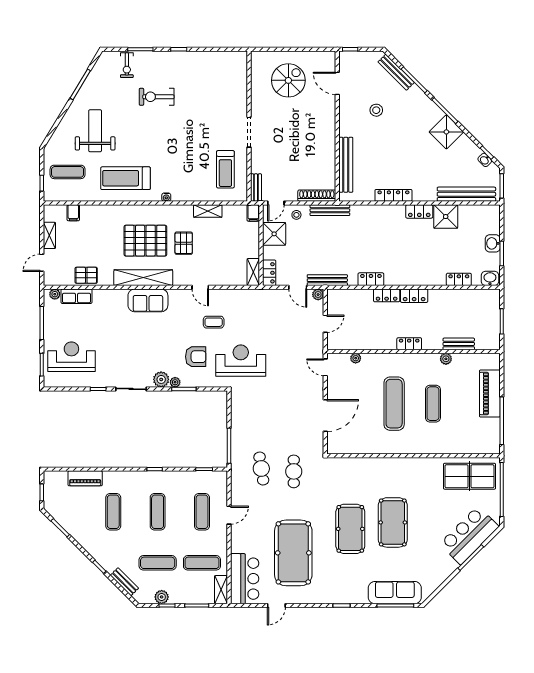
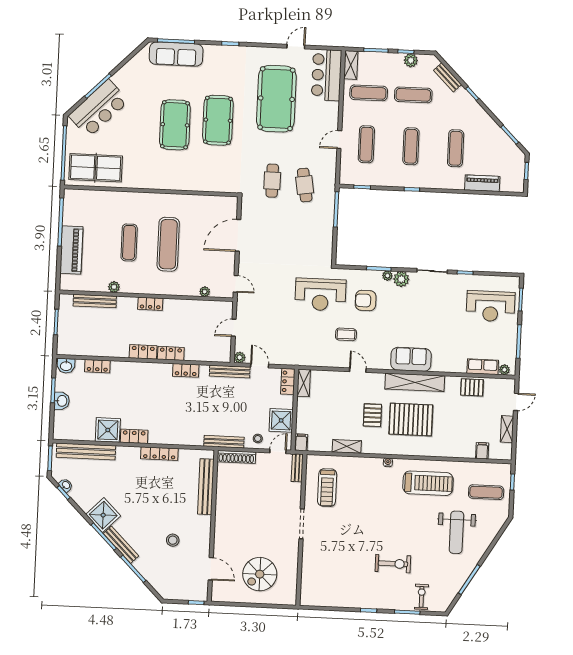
bench: (396, 72) -> (121, 545), moved
treadmill: (225, 169) -> (327, 488), turned 180
bench: (459, 344) -> (95, 301), width x1.36

